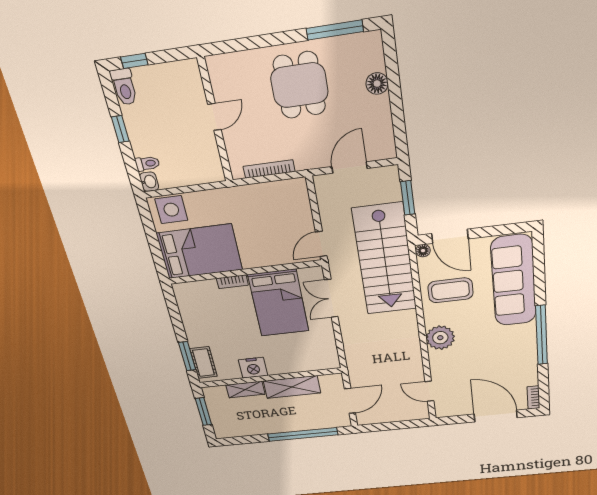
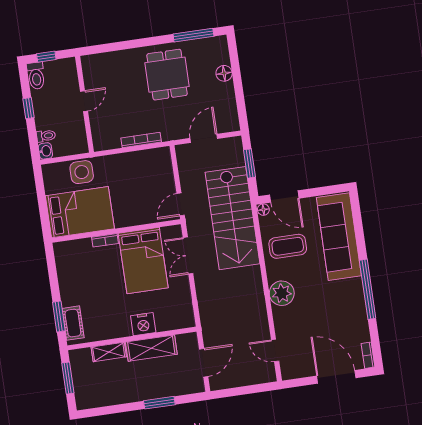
door: (215, 117) -> (84, 101), moved
wall: (215, 121) -> (84, 104), moved
side table: (171, 210) -> (82, 172), moved
nightstand: (253, 368) -> (143, 324), moved
window: (303, 434) -> (159, 403), width x0.47

